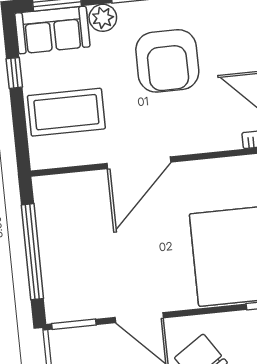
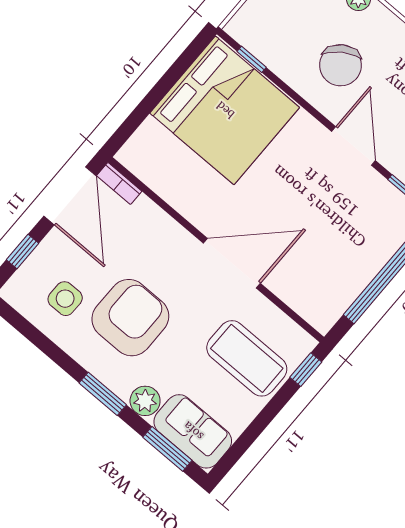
side table: (221, 30) -> (65, 299), added
window: (14, 73) -> (306, 370), moved

